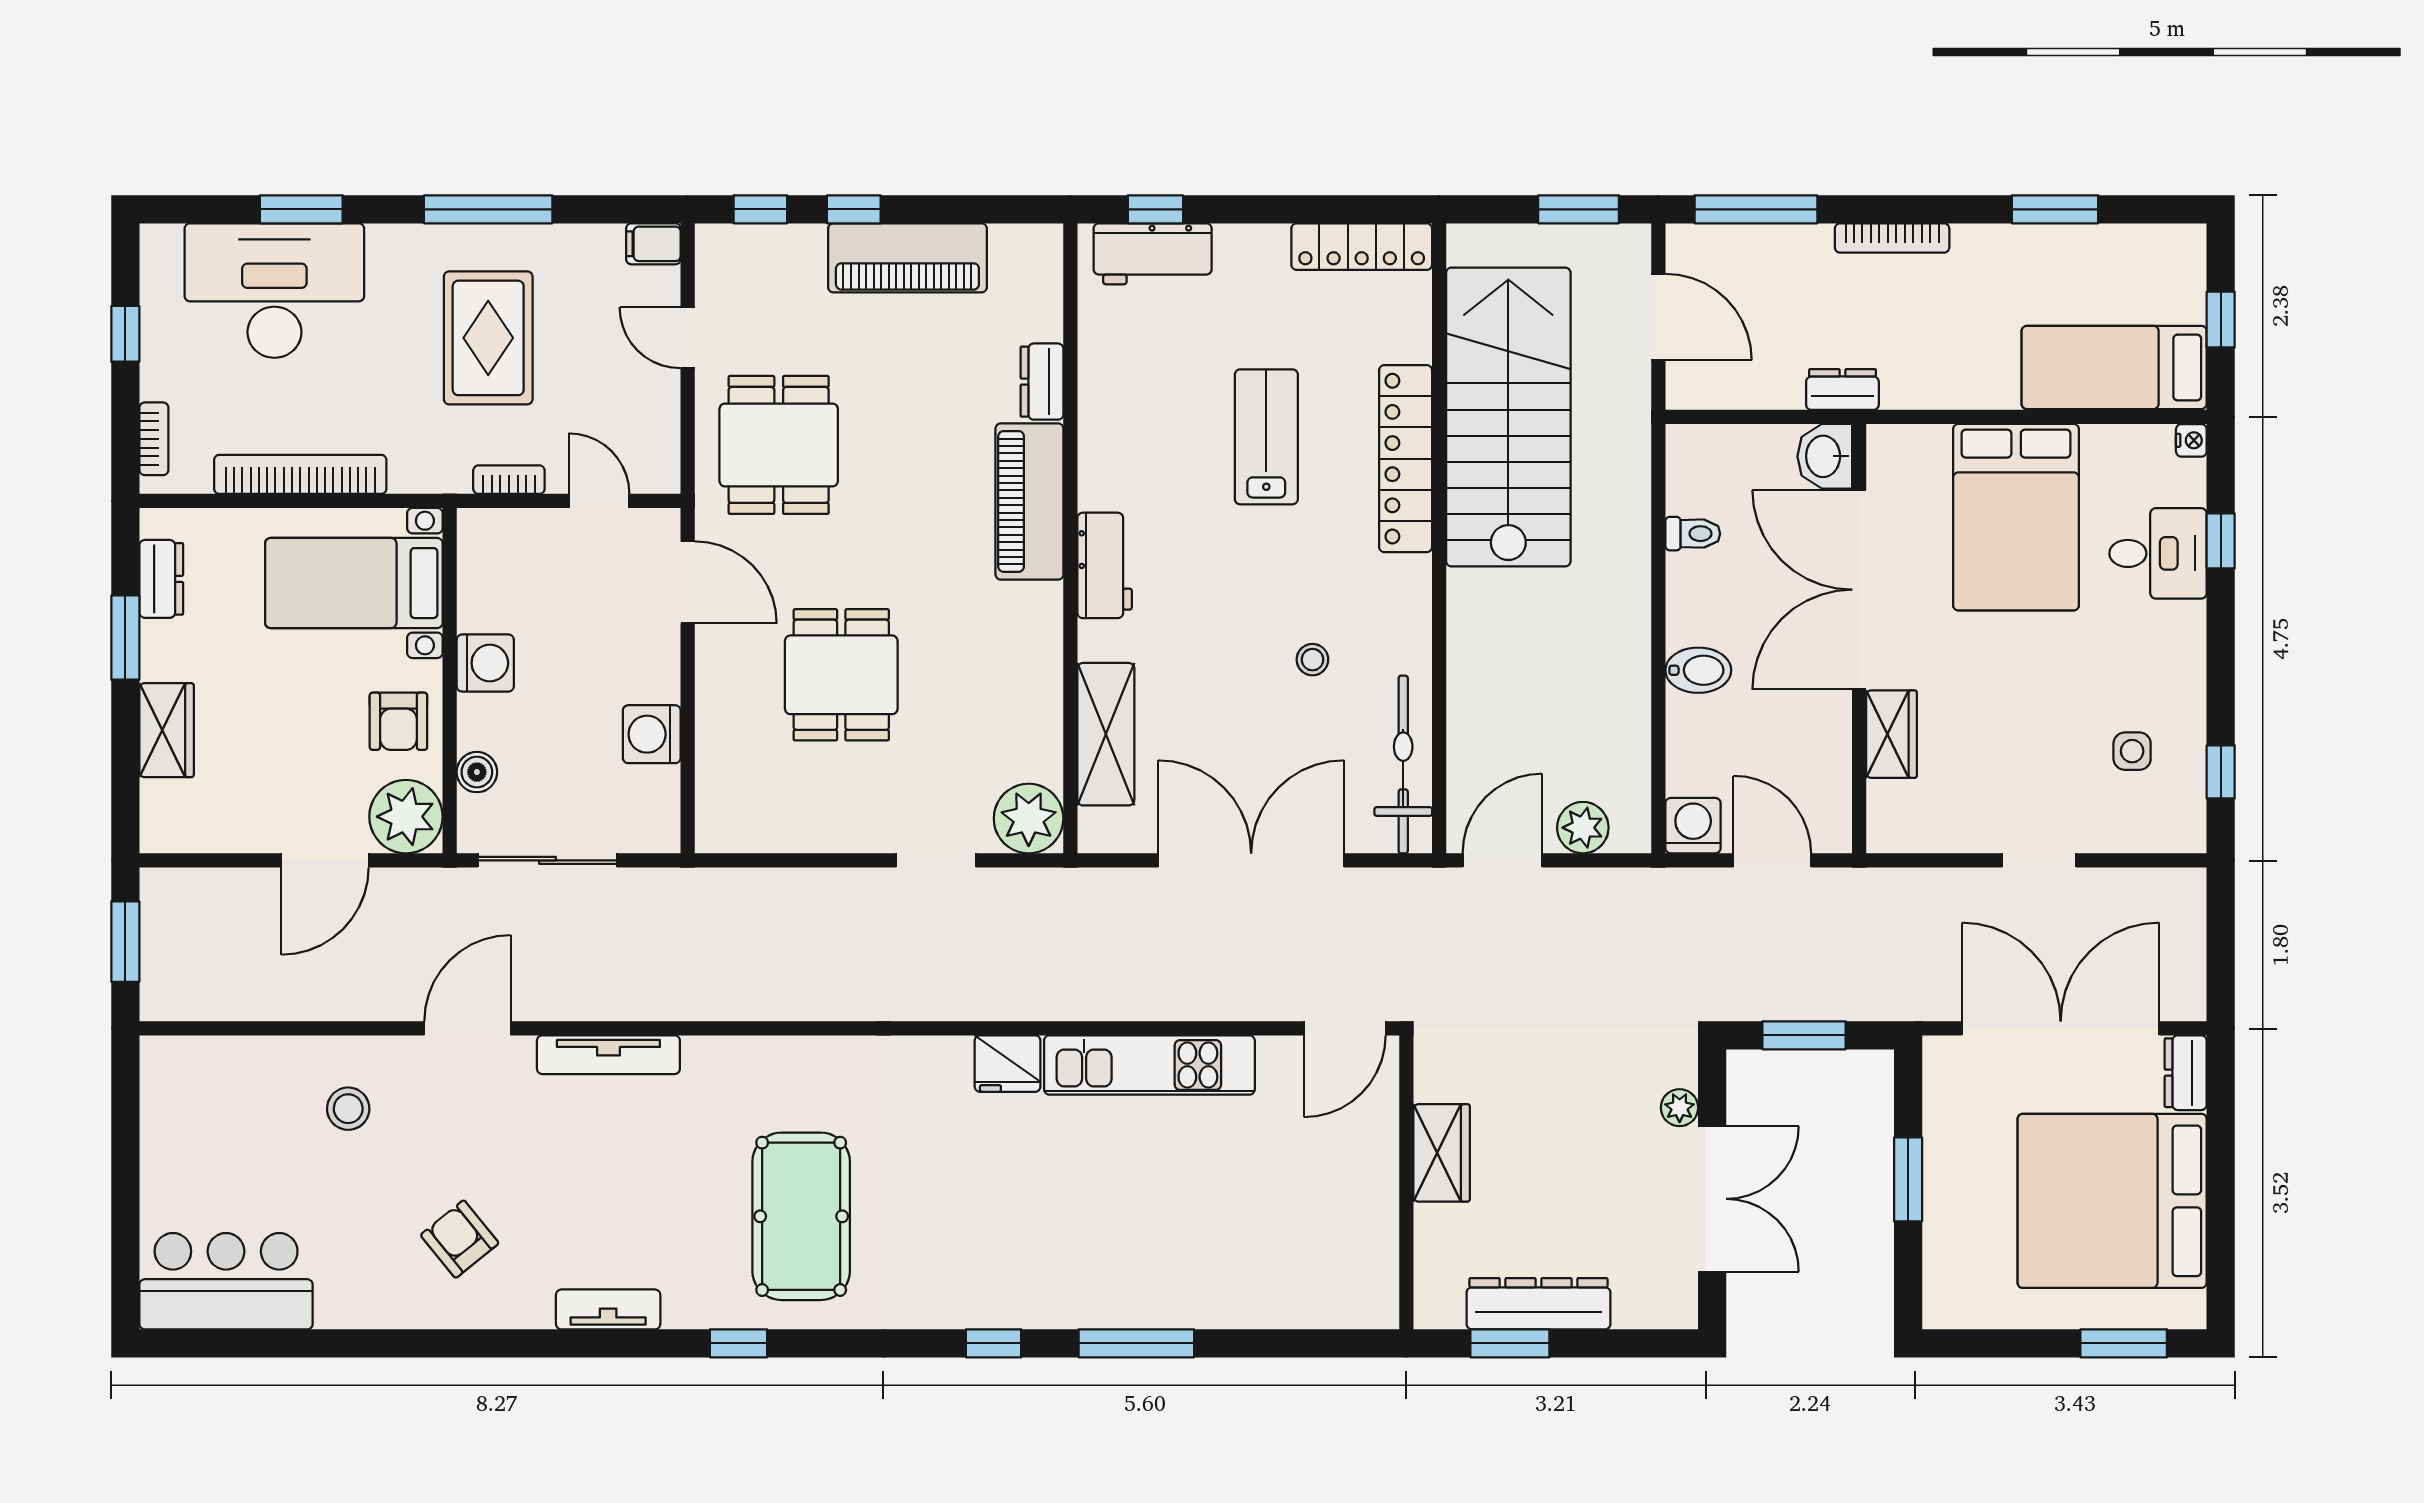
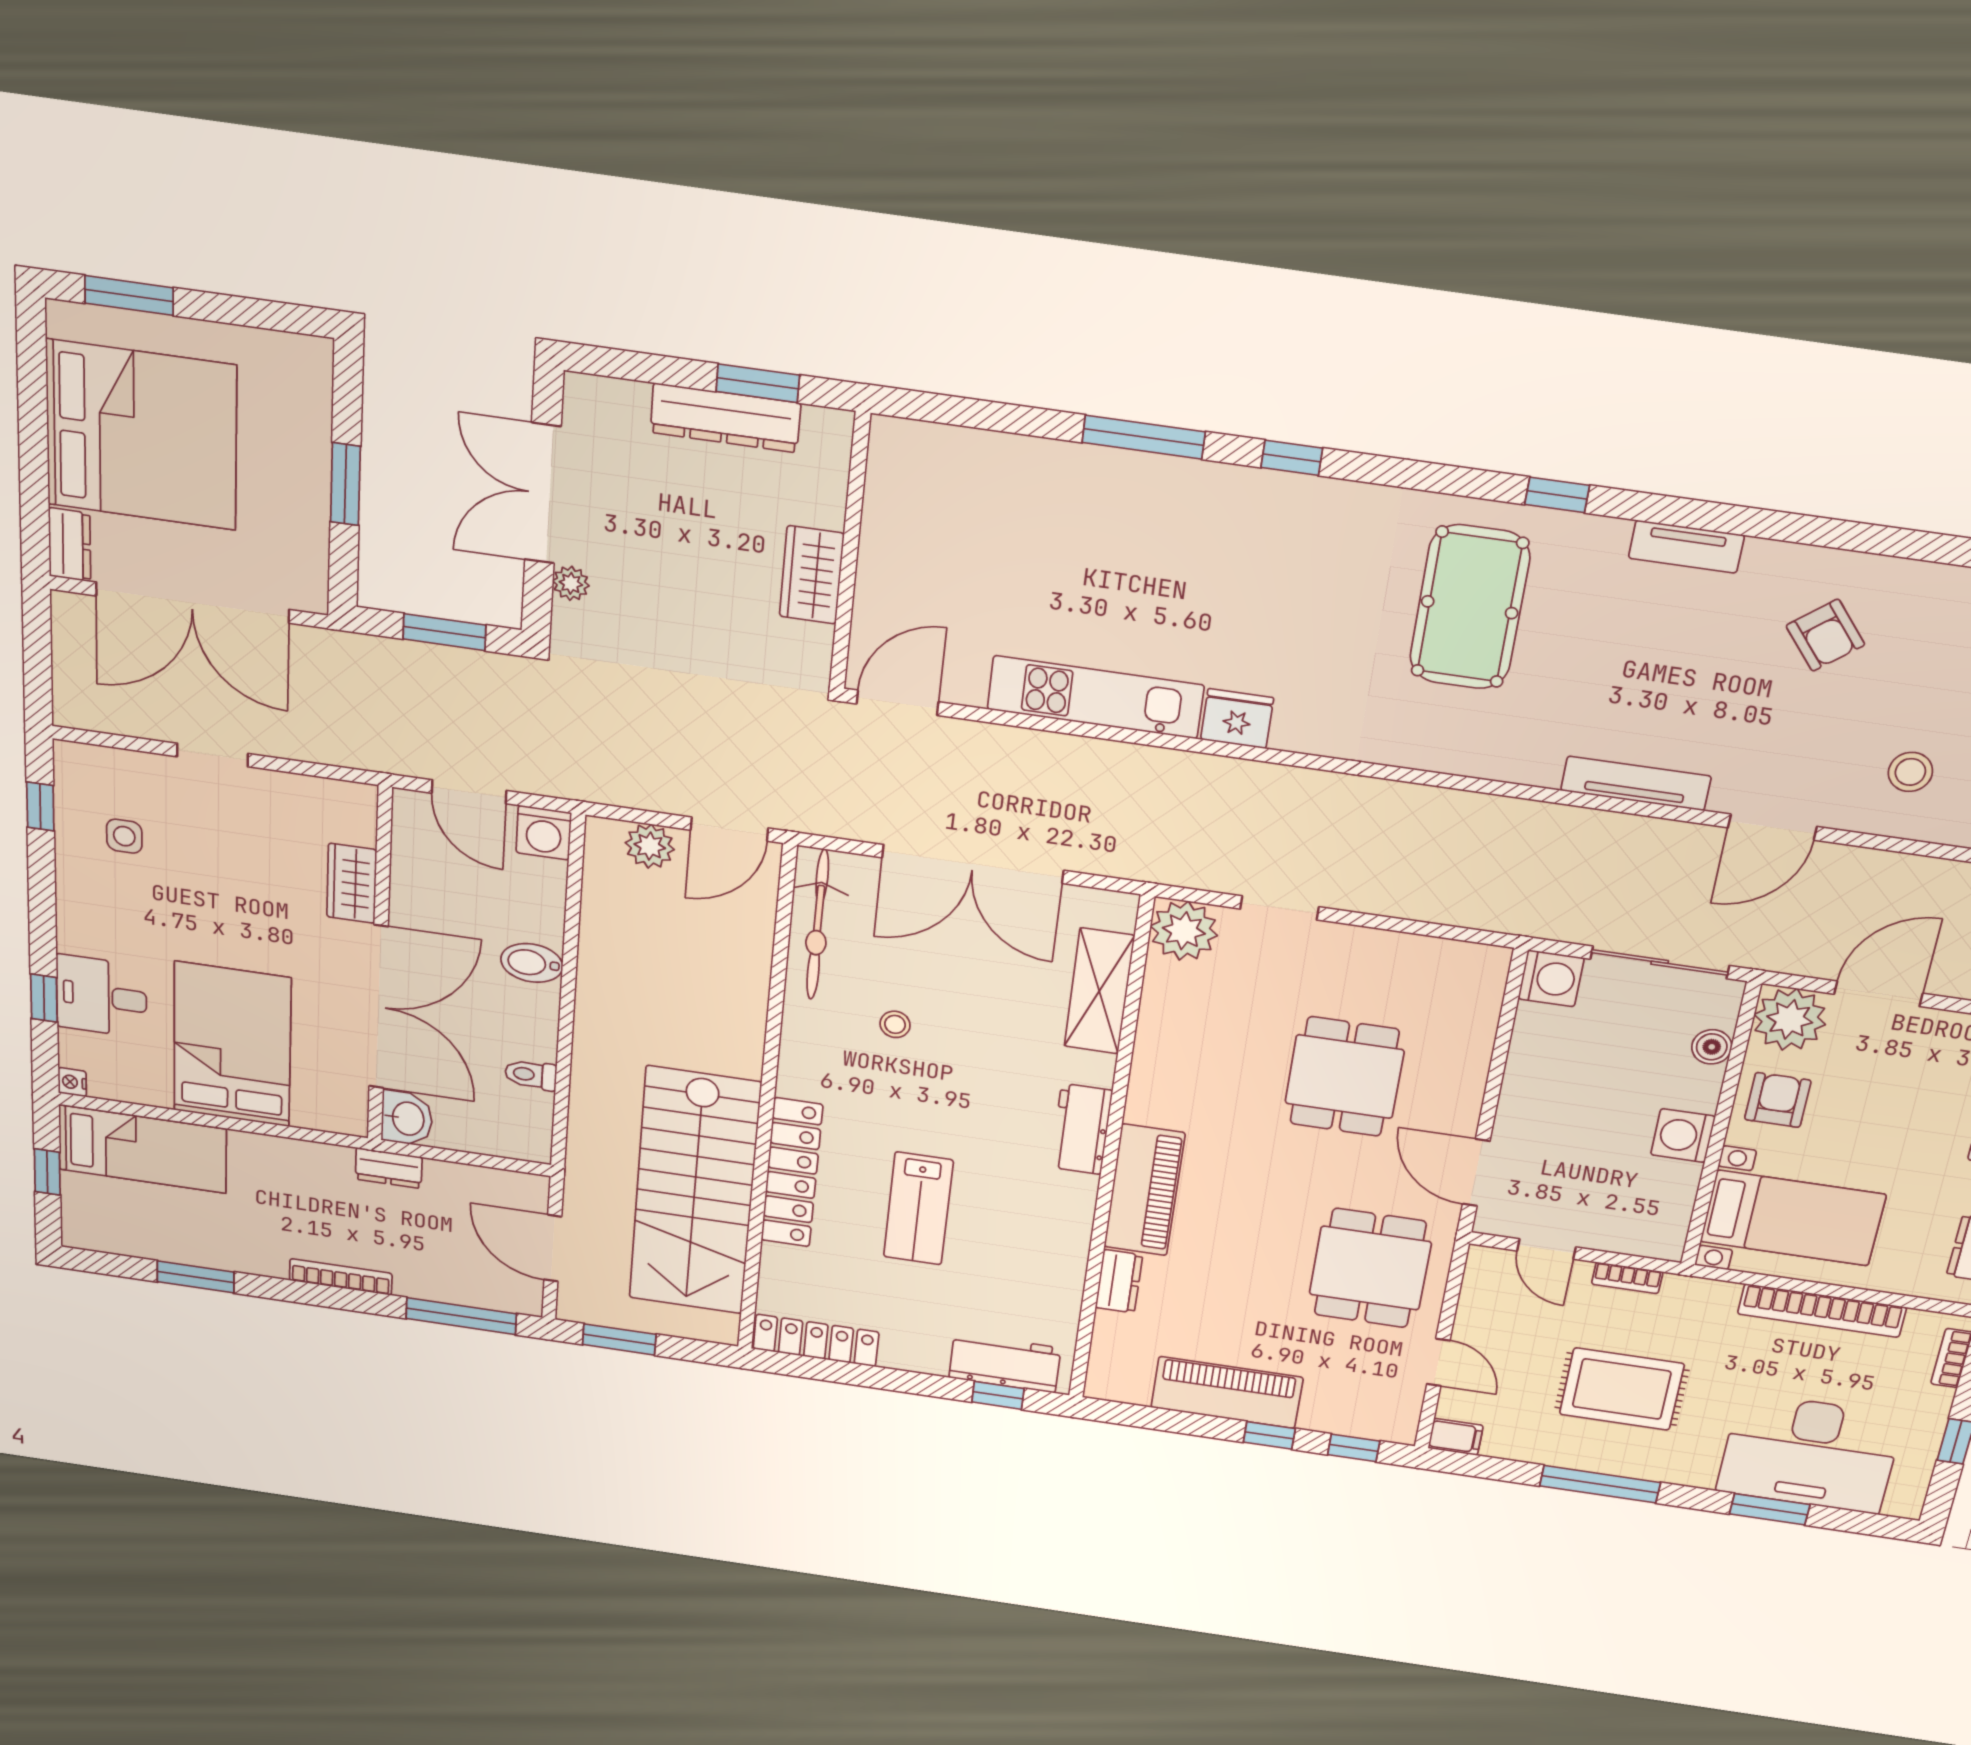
rug: (488, 338) -> (1622, 1389), turned 90
washing machine: (652, 734) -> (1551, 978), moved

